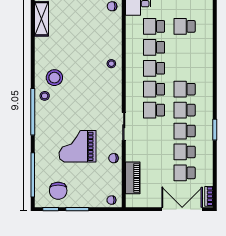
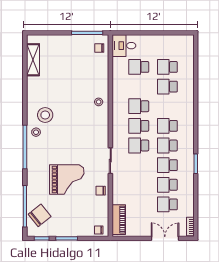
school desk: (154, 47) -> (167, 87), moved
grand piano: (77, 146) -> (67, 180), turned 180
piano: (133, 178) -> (119, 220), moved
chair: (58, 191) -> (40, 215), moved, turned -129
double door: (182, 209) -> (165, 238), width x0.73

